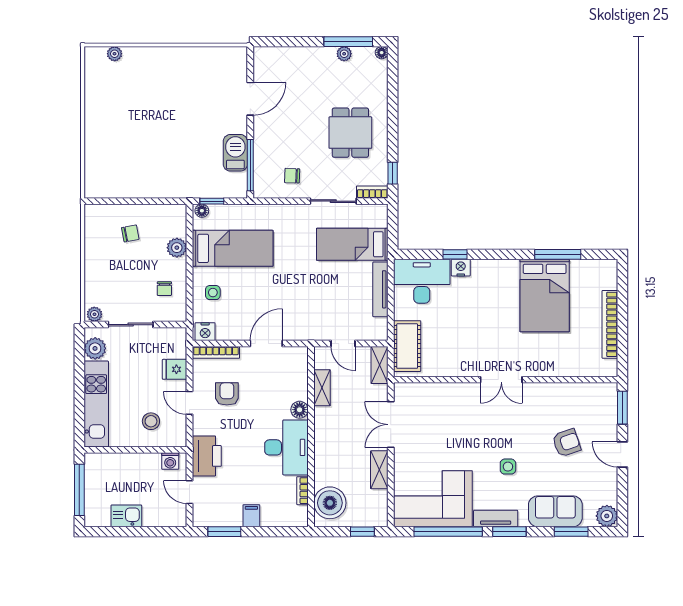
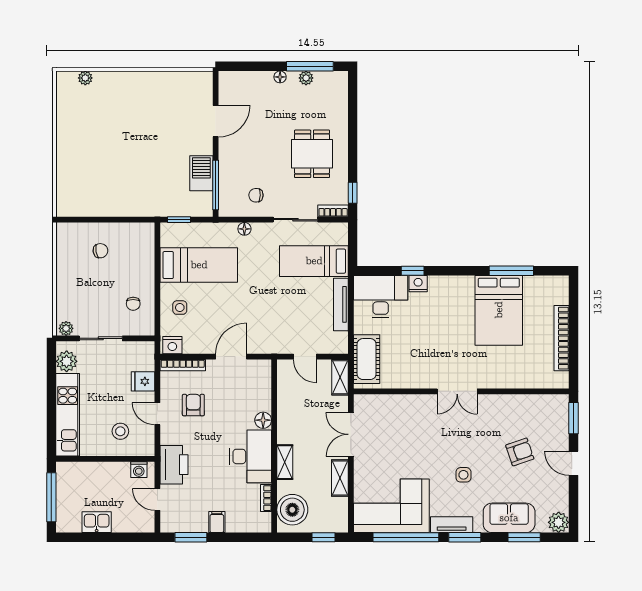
floor lamp: (382, 53) -> (280, 77), moved
floor lamp: (202, 211) -> (244, 229), moved
plant: (177, 248) -> (145, 264), removed
shelving: (322, 388) -> (285, 462), moved

